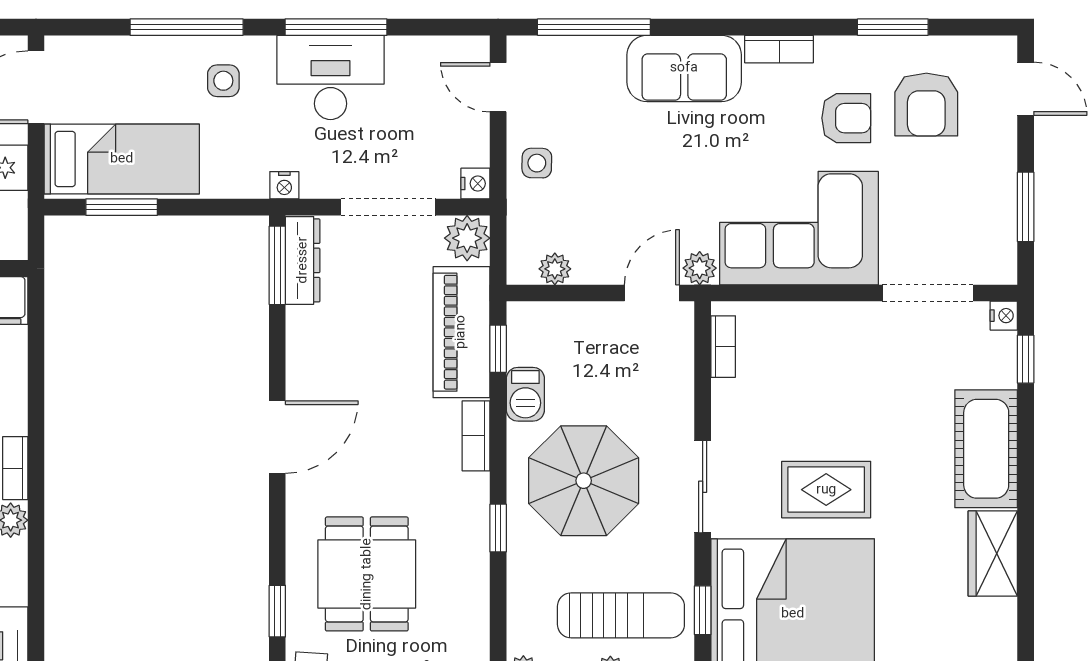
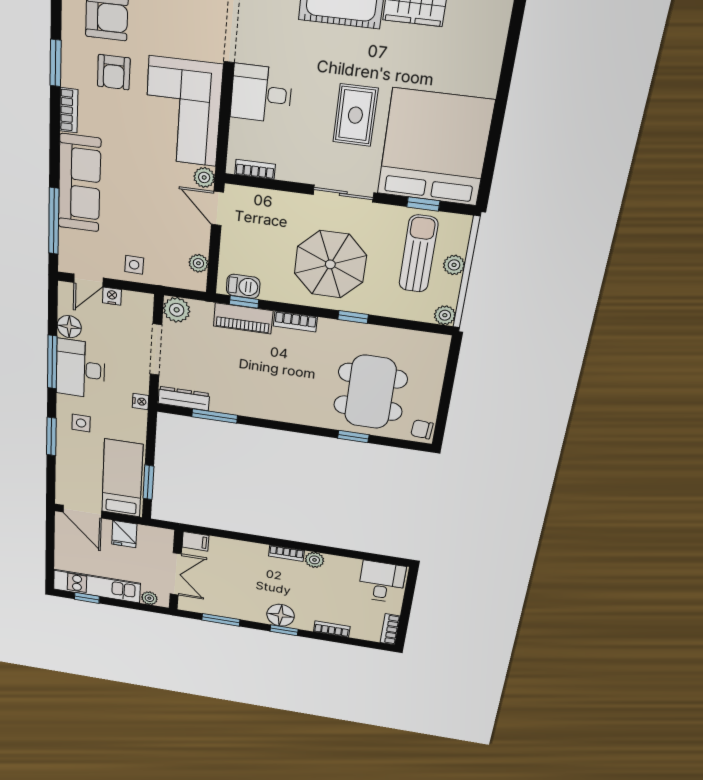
window: (187, 27) -> (51, 436), width x0.69
window: (893, 27) -> (56, 63), moved
floor lamp: (408, 56) -> (69, 327), added
sofa: (684, 68) -> (79, 183), width x1.36
armchair: (846, 118) -> (114, 72), turned 180
nightstand: (475, 184) -> (112, 296), moved
window: (277, 265) -> (215, 416), moved
piano: (461, 332) -> (243, 318), width x0.73, depth x0.75
desk: (841, 345) -> (261, 94), added
barbecue: (525, 394) -> (243, 286), moved
door: (277, 437) -> (284, 426), removed
dining table: (367, 574) -> (370, 392), width x1.38
window: (277, 611) -> (353, 437), moved

